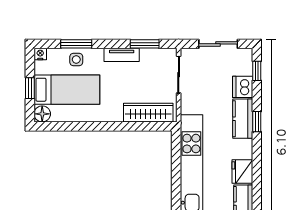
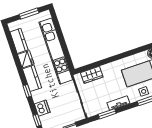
wardrobe: (148, 113) -> (92, 75), width x0.67
kitchen counter: (243, 119) -> (32, 78), moved

